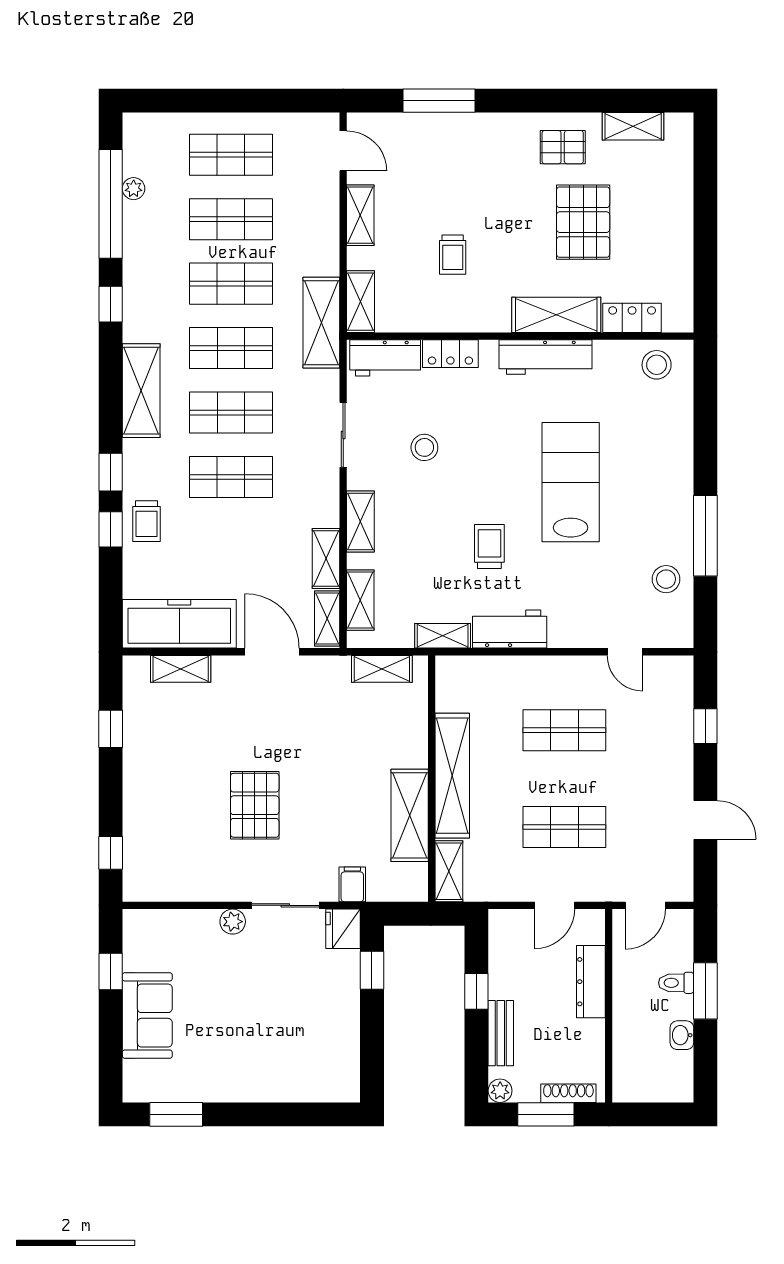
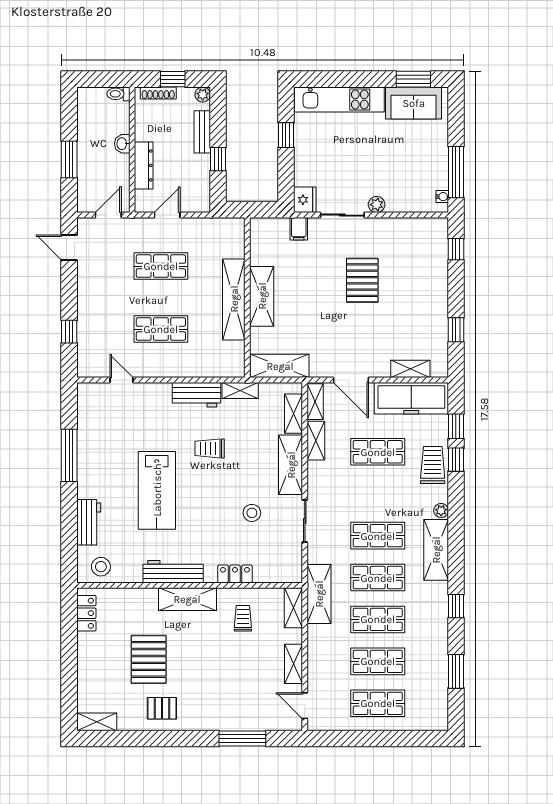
shelving: (633, 126) -> (97, 722), moved
plant: (134, 189) -> (441, 511), moved
window: (111, 204) -> (456, 671), width x0.47
trolley: (453, 255) -> (243, 618), moved
shelving: (556, 315) -> (187, 599), moved
locker: (632, 318) -> (86, 613), moved, turned -90
workbench: (385, 358) -> (89, 522), moved, turned 90
window: (111, 472) -> (456, 426), moved
shop shelf: (231, 477) -> (378, 452), moved
trolley: (146, 521) -> (433, 465), width x1.36, depth x1.39
shelving: (360, 521) -> (291, 465), width x1.50, depth x1.33
trolley: (489, 546) -> (210, 448), turned 90
stool: (666, 579) -> (95, 427), removed
shelving: (382, 669) -> (280, 366), width x1.50, depth x1.33
shelving: (410, 815) -> (262, 296), moved
door: (705, 820) -> (69, 248), moved
shelving: (449, 871) -> (236, 237), removed
water cooler: (132, 934) -> (442, 197), added
window: (372, 970) -> (286, 135), moved
window: (111, 971) -> (456, 172), width x2.17
toilet: (676, 983) -> (118, 94), moved, turned 180
sofa: (147, 1015) -> (414, 103), moved, turned -90
washbasin: (682, 1035) -> (122, 144), moved, turned 180
kitchen unit: (290, 1083) -> (339, 99), added
window: (546, 1114) -> (173, 79), width x0.67

